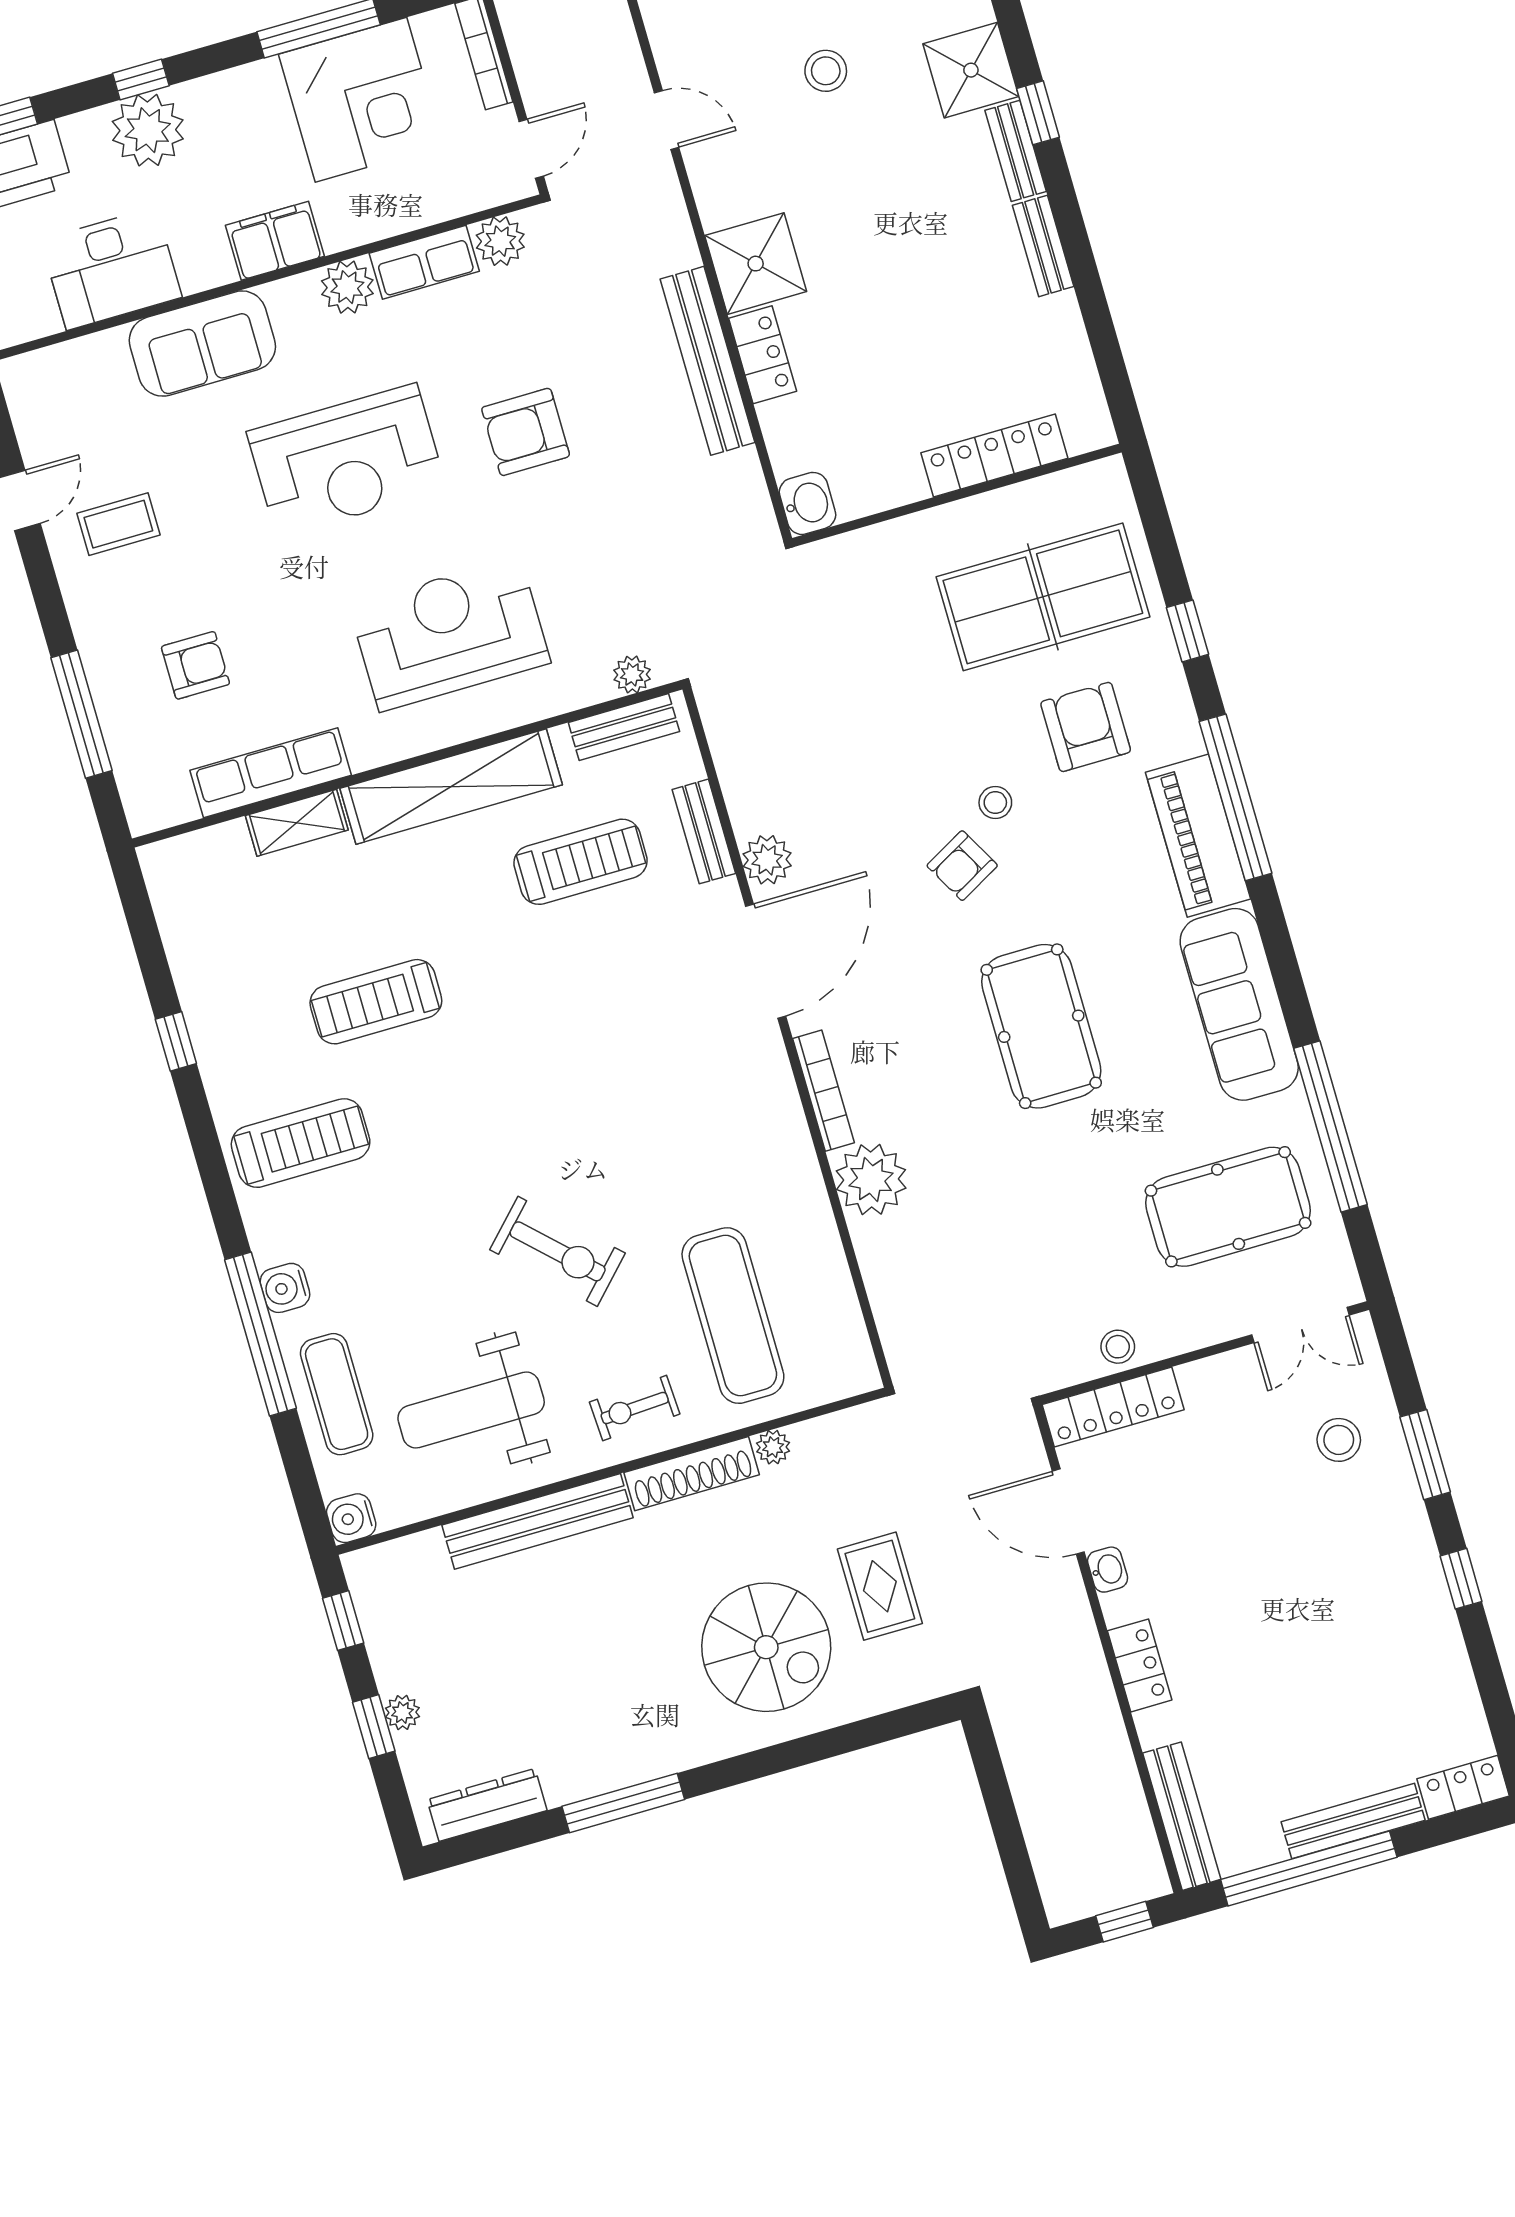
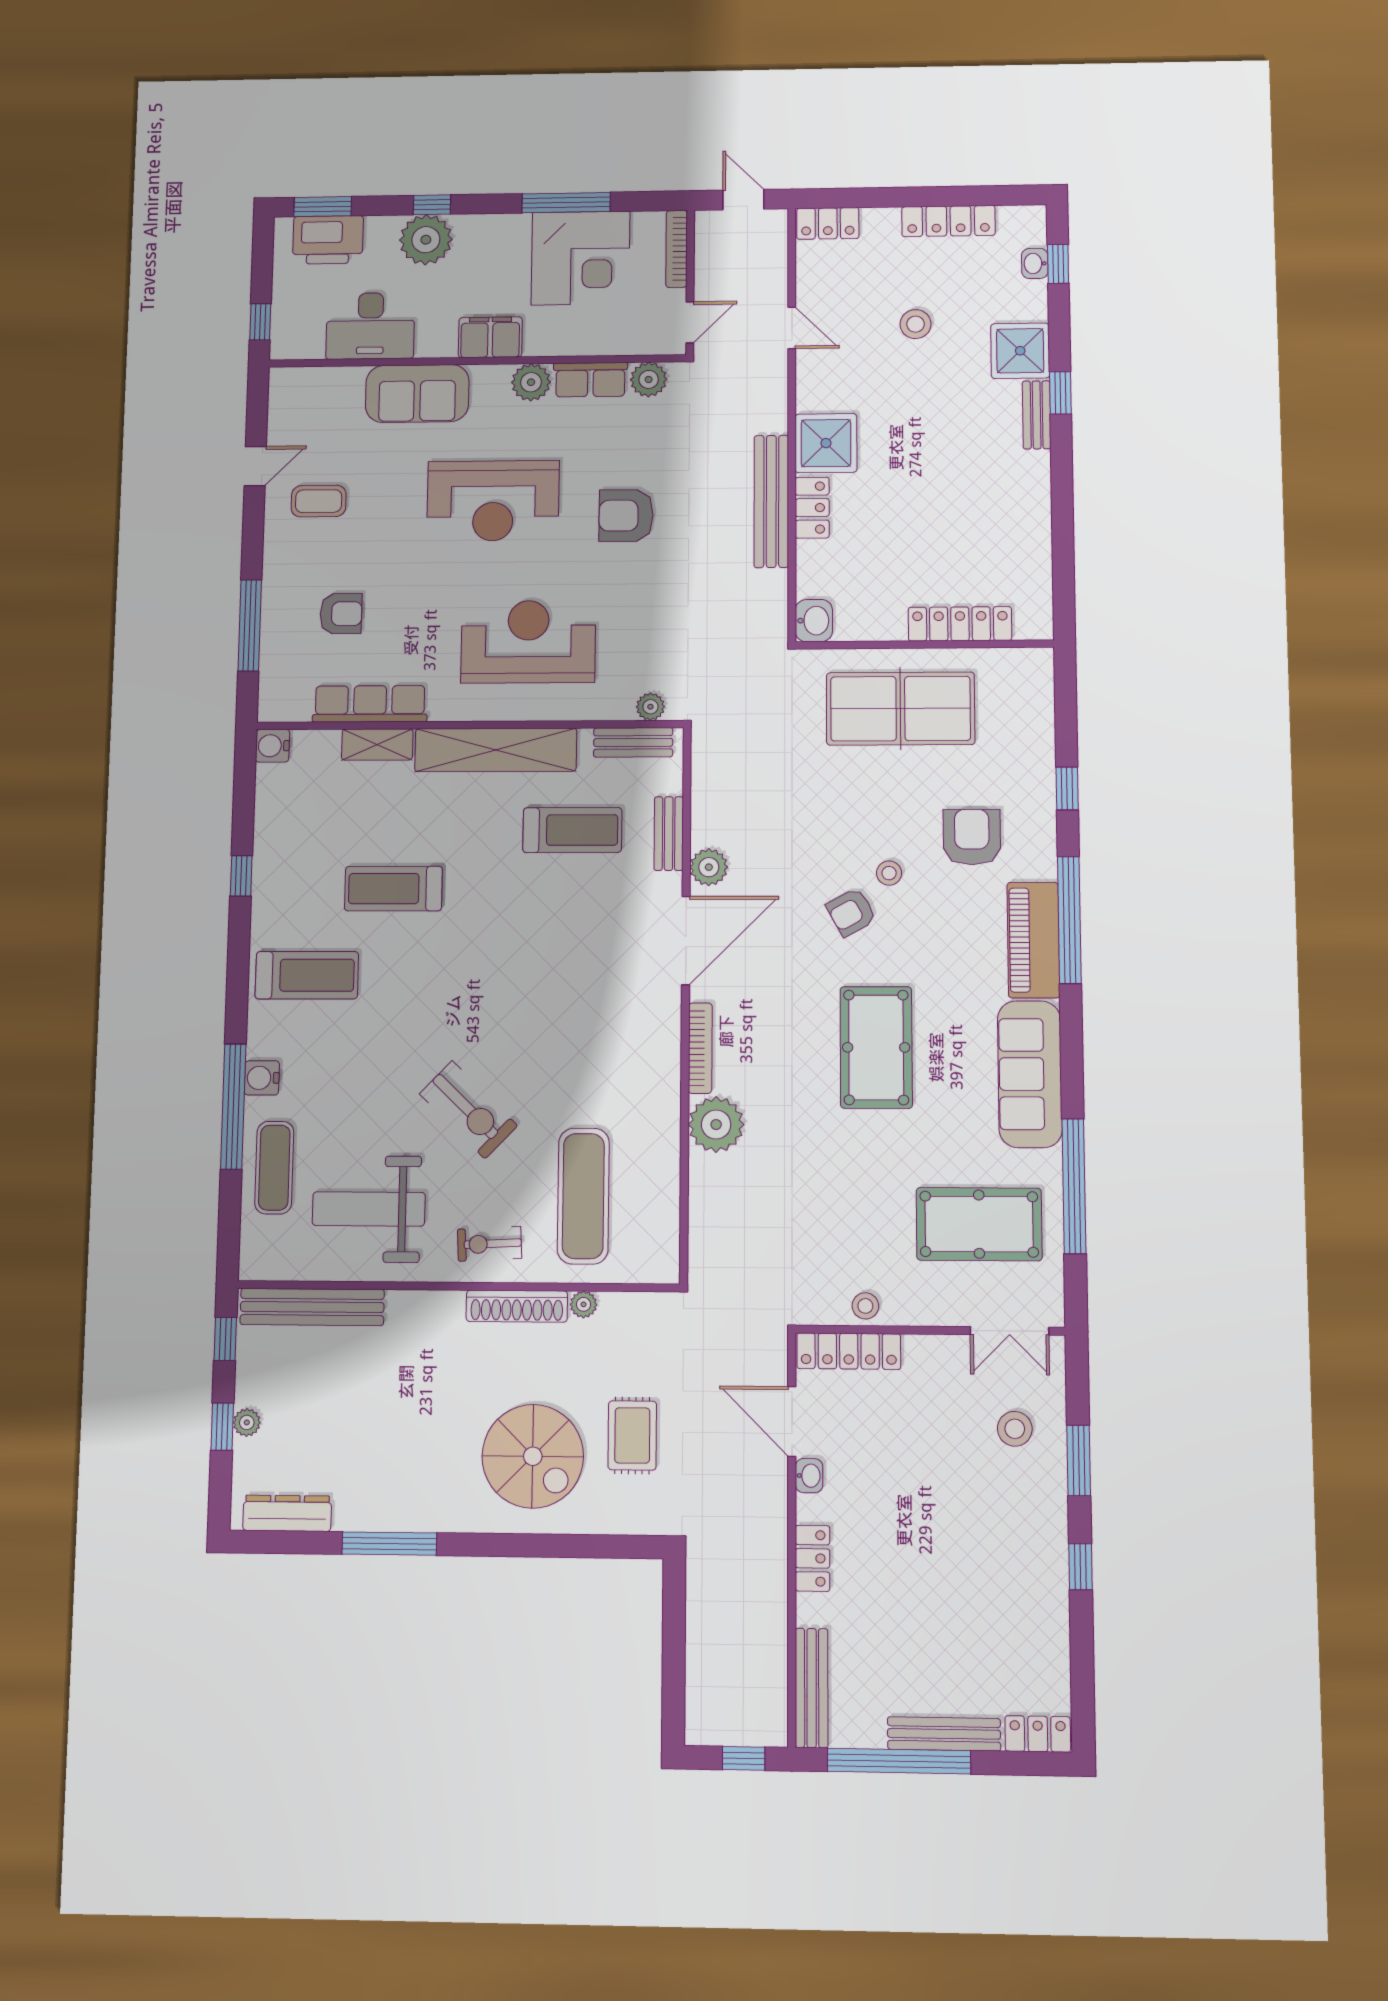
bench: (1043, 246) -> (1038, 486), removed
table tennis table: (1043, 597) -> (900, 709), moved
water cooler: (351, 1518) -> (273, 746), moved
bench: (537, 1521) -> (312, 1307), moved

